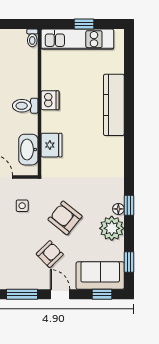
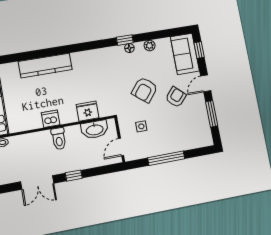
plant: (112, 228) -> (150, 45), width x0.53, depth x0.53
armchair: (50, 254) -> (176, 97), turned 86
window: (129, 262) -> (170, 33), removed

